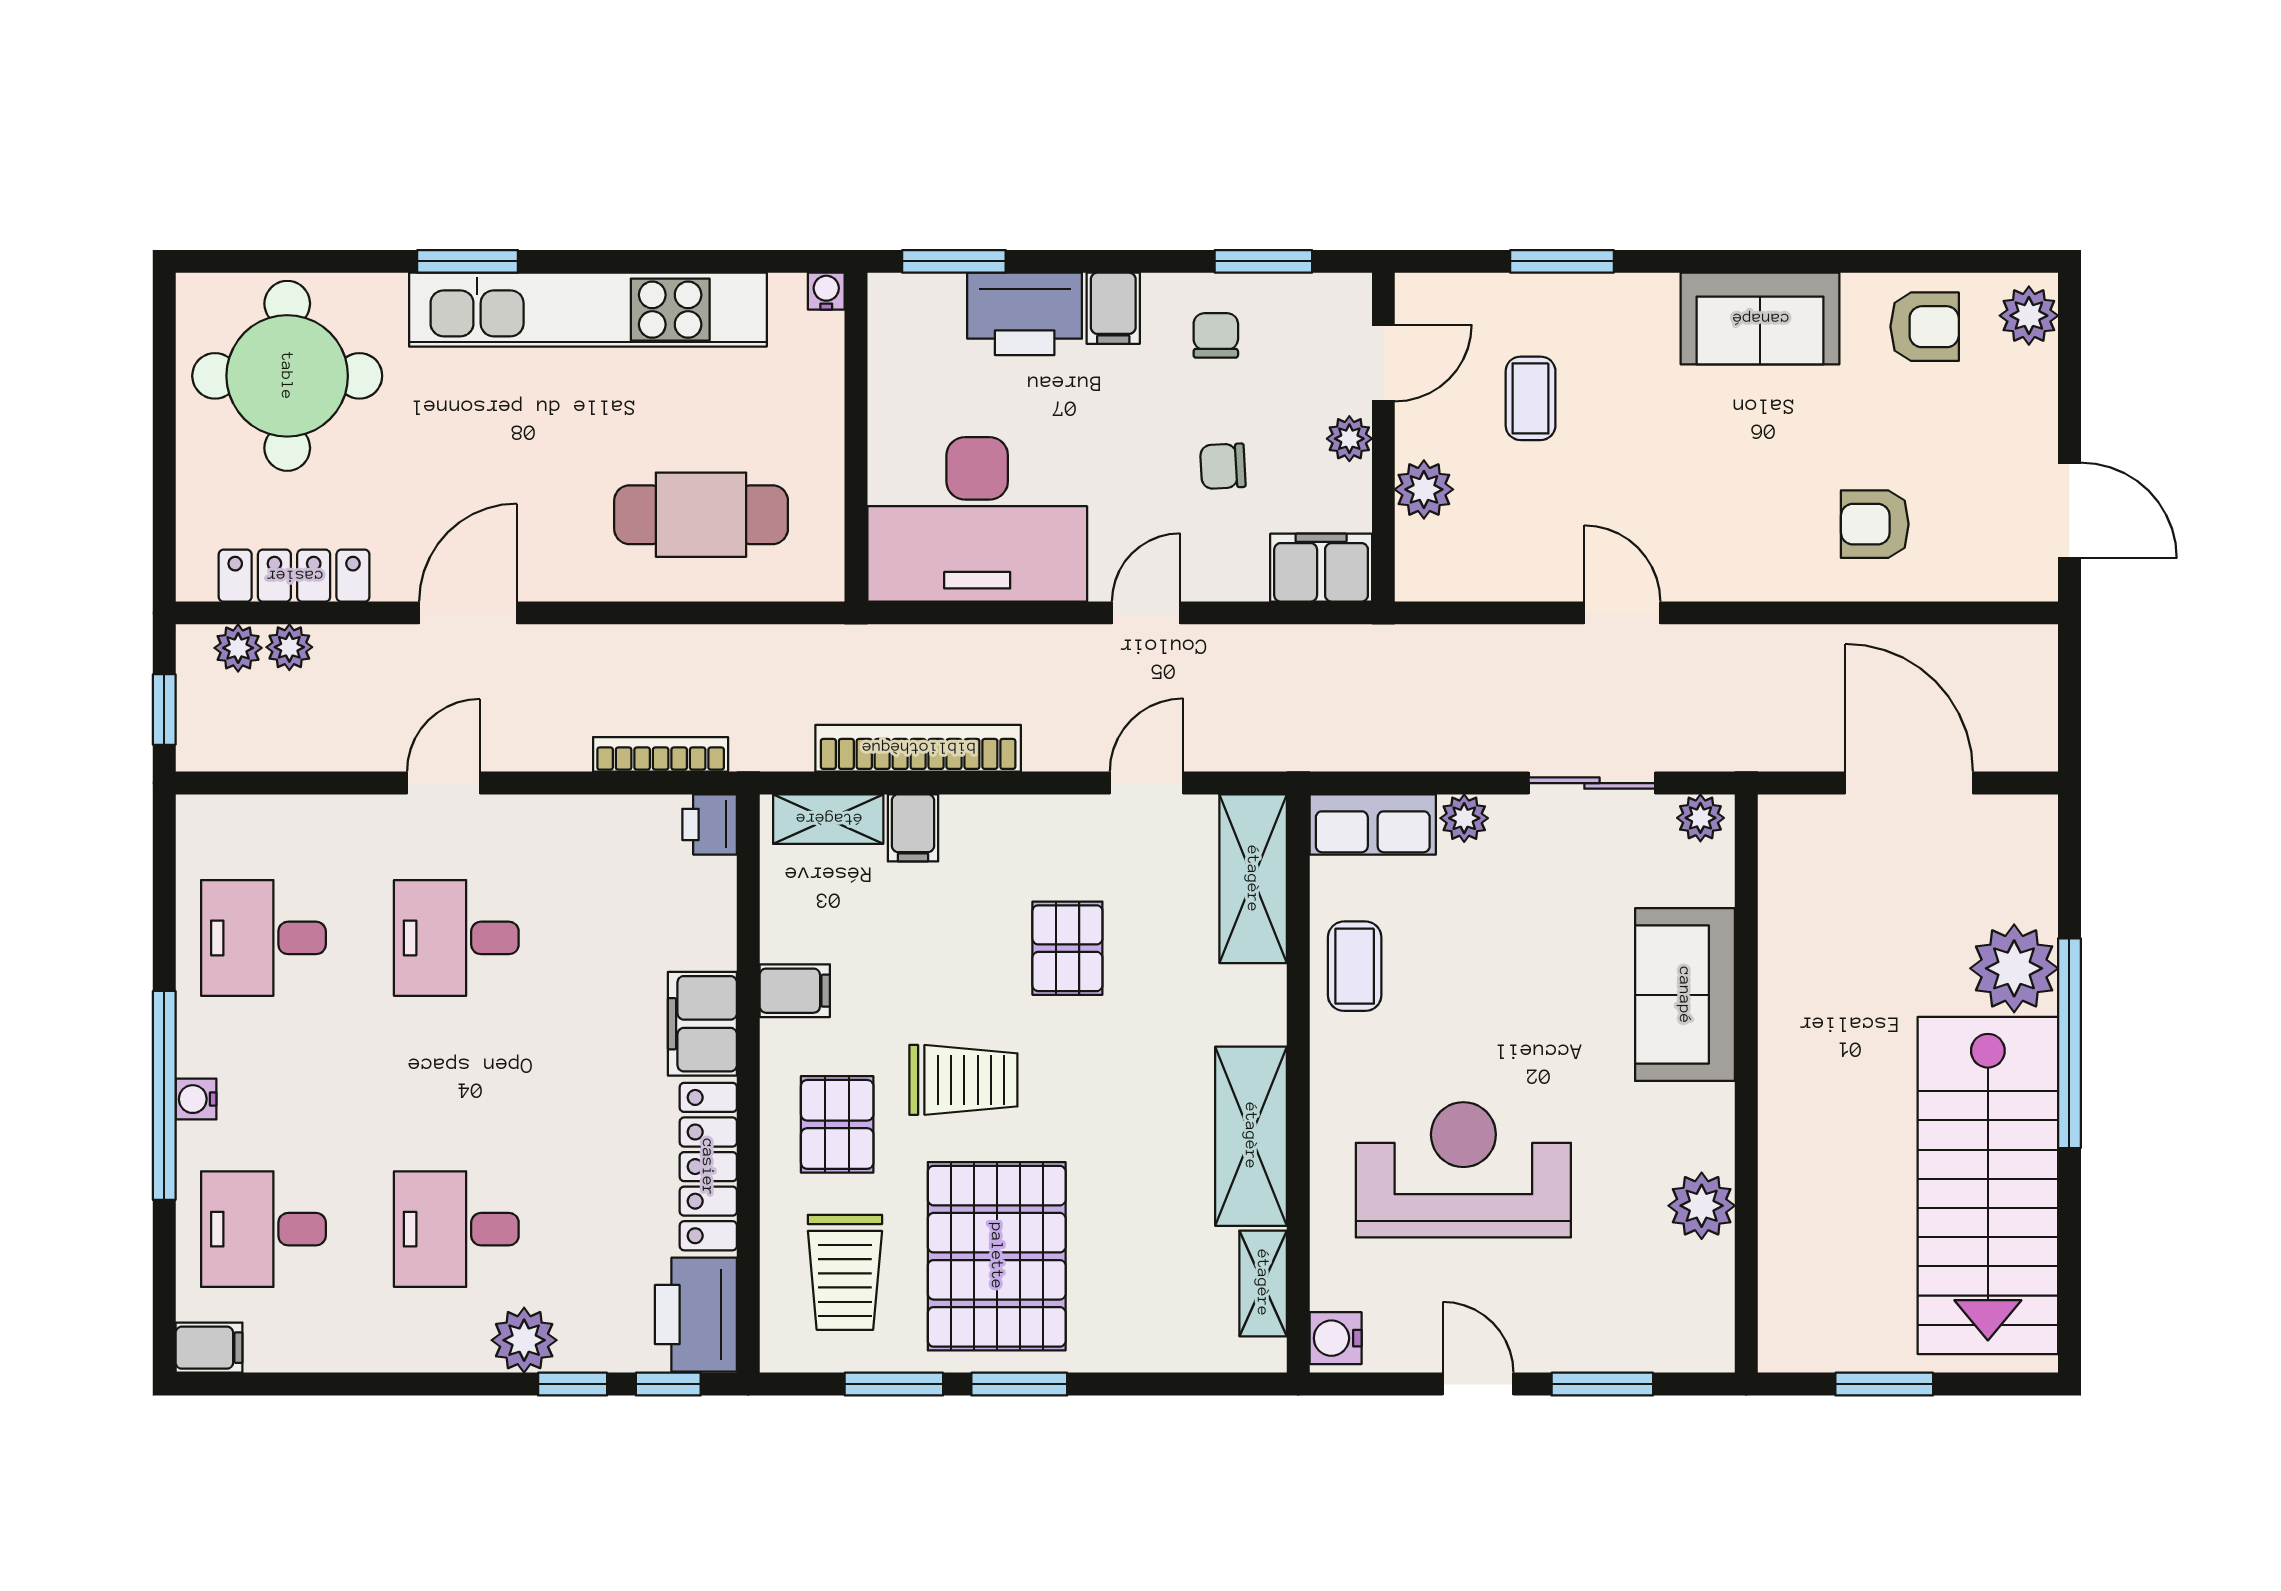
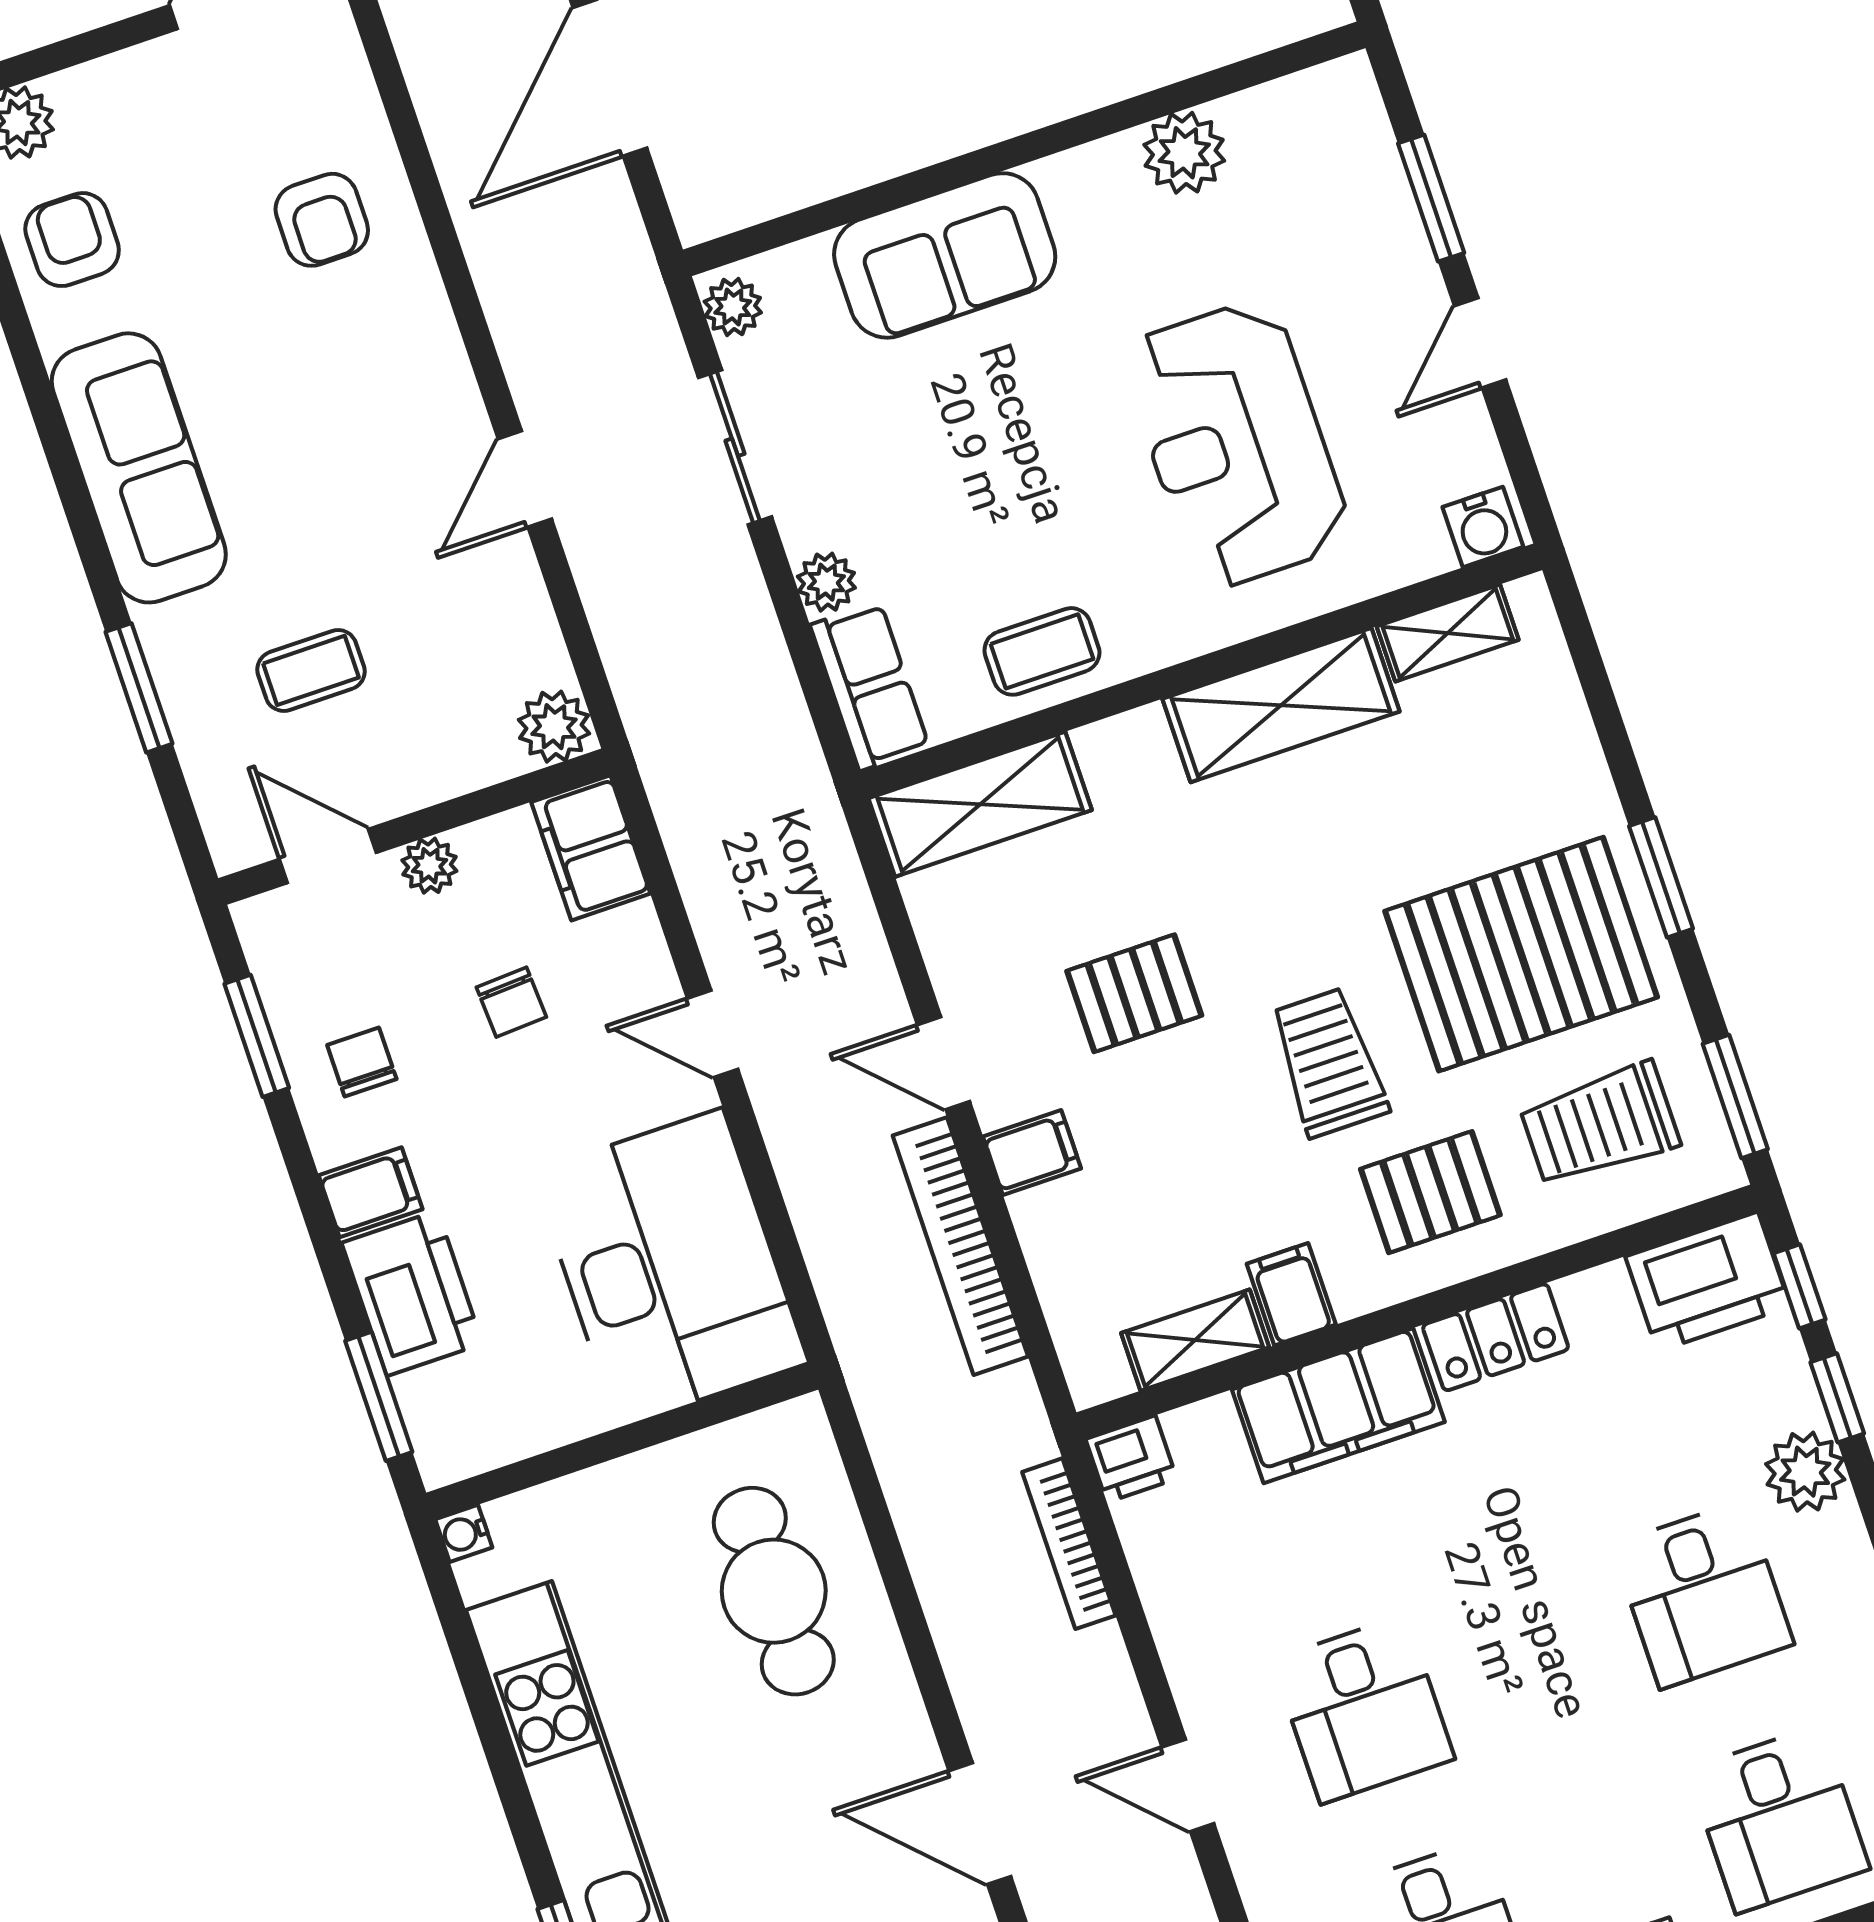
sofa: (1760, 319) -> (139, 468), width x1.36
chair: (1216, 335) -> (362, 1062), turned 90
plant: (1424, 489) -> (554, 727), moved
door: (1146, 783) -> (943, 1063), moved
shelving: (828, 819) -> (1195, 1340), moved, turned 90
filing cabinet: (913, 828) -> (1032, 1153), moved
filing cabinet: (702, 1024) -> (1338, 1406), width x1.50, depth x1.17
locker: (708, 1167) -> (1496, 1337), width x0.66
trolley: (845, 1272) -> (1600, 1125), turned 180
window: (894, 1384) -> (1735, 1096), moved

